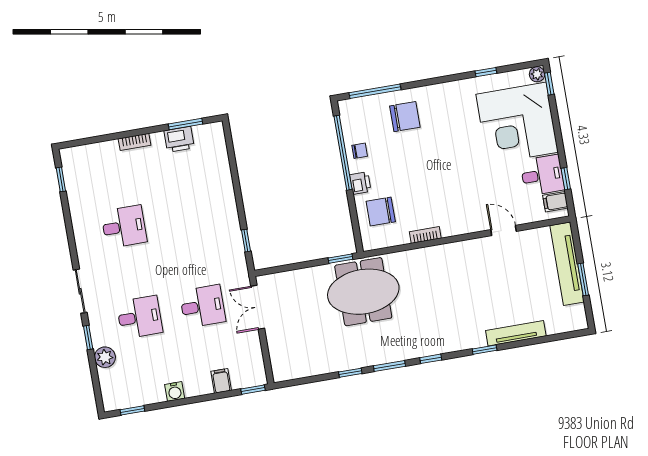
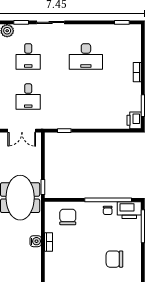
chair: (405, 117) -> (114, 259), moved, turned 90
printer: (179, 139) -> (134, 120), moved
printer: (360, 183) -> (129, 210), moved, width x1.87, depth x1.48
desk: (124, 227) -> (86, 56), width x1.37
water cooler: (427, 255) -> (36, 241), added
double door: (258, 307) -> (22, 131), swing flipped

